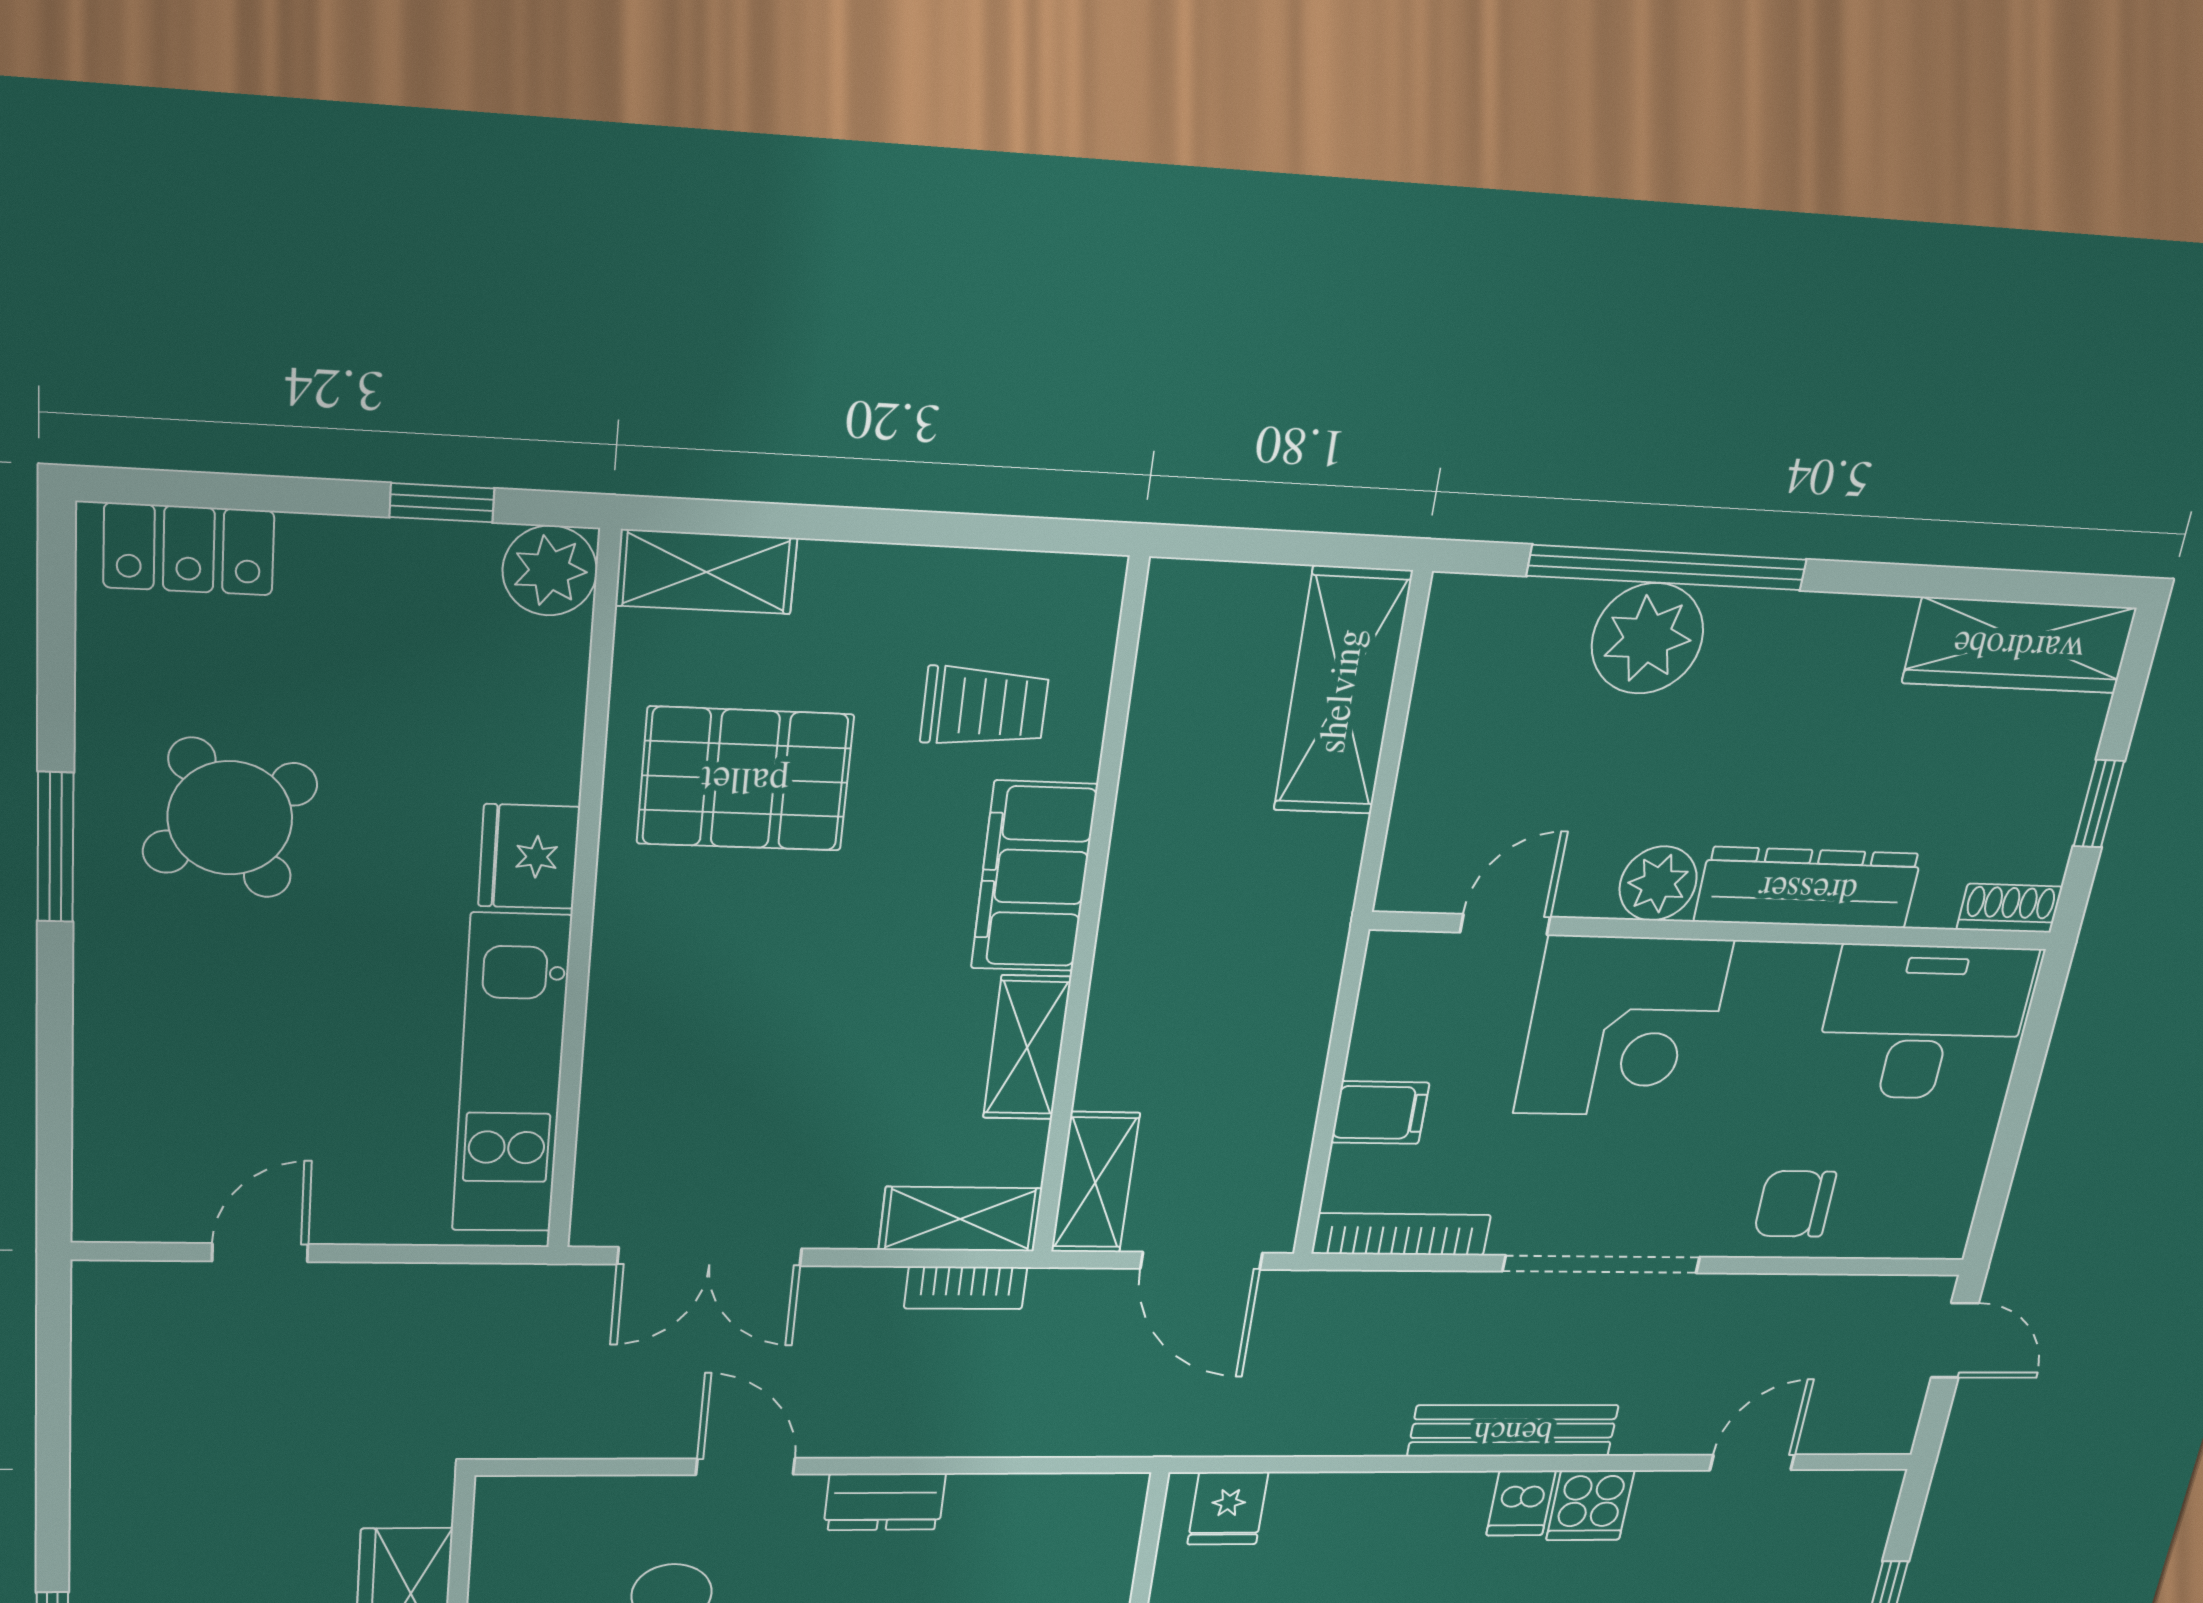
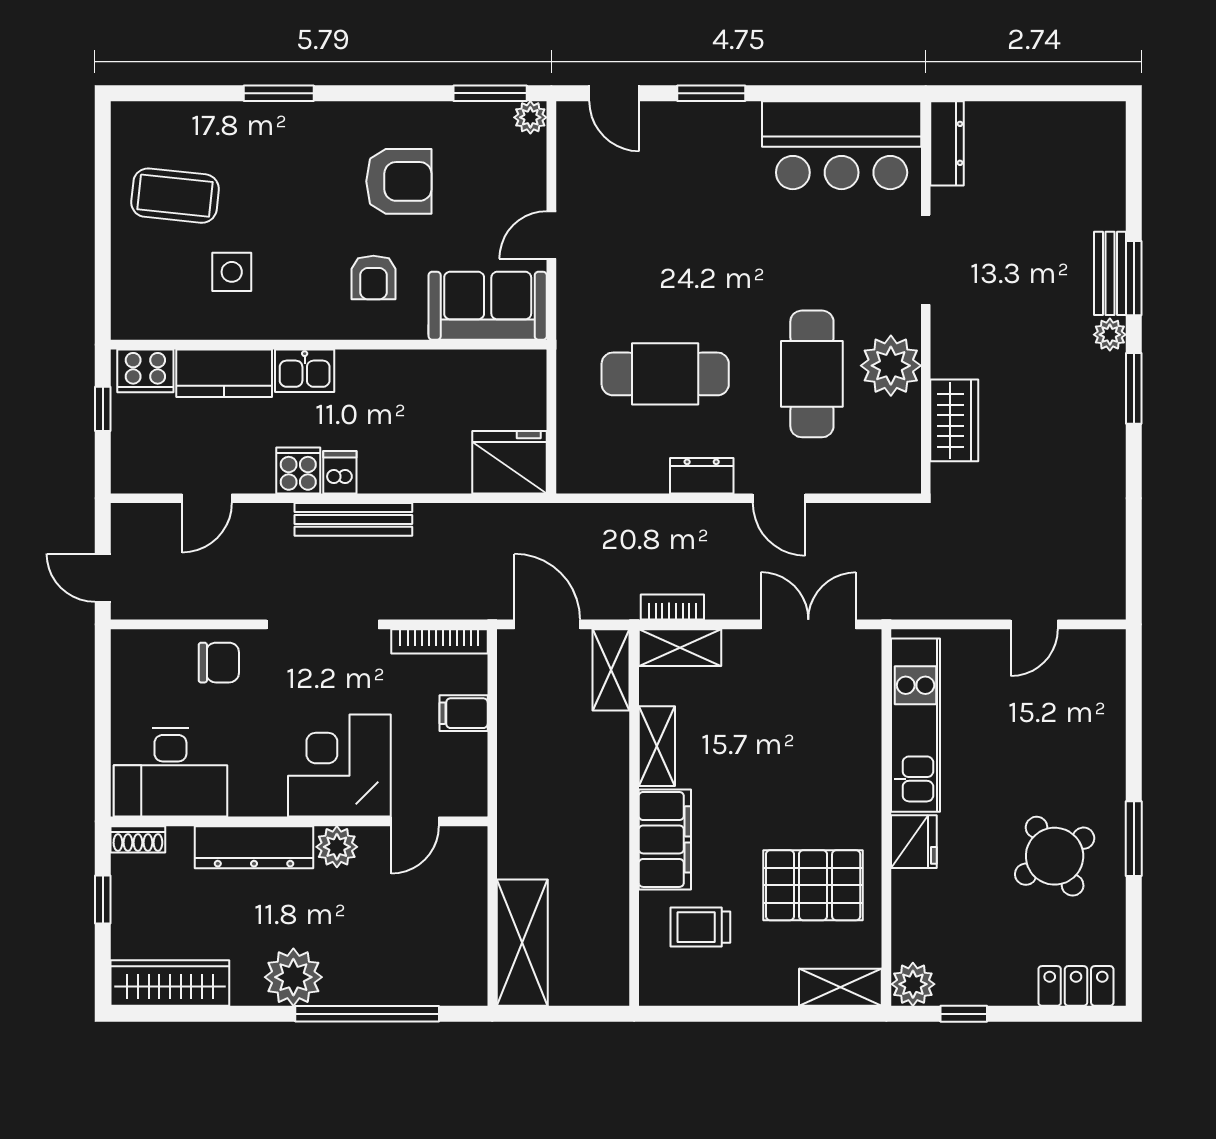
plant: (1647, 639) -> (293, 977), moved
fridge: (1228, 1508) -> (510, 462), width x1.88, depth x1.34

